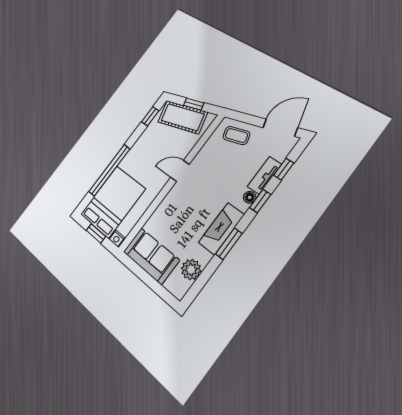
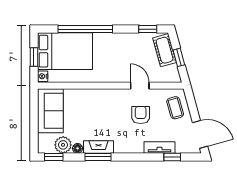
cot: (182, 117) -> (165, 50), width x0.73, depth x0.75
door: (180, 171) -> (140, 86), moved
armchair: (219, 172) -> (141, 115), added
floor lamp: (250, 197) -> (78, 148), moved
window: (260, 201) -> (54, 157), moved
fireplace: (221, 229) -> (99, 147), width x0.73, depth x0.76

